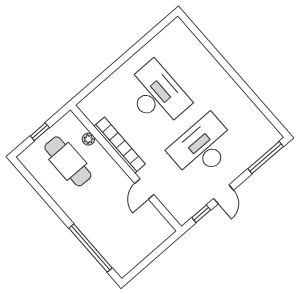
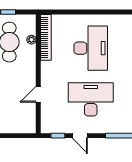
bookcase: (120, 145) -> (46, 37), moved
door: (224, 194) -> (80, 136), hinge flipped

